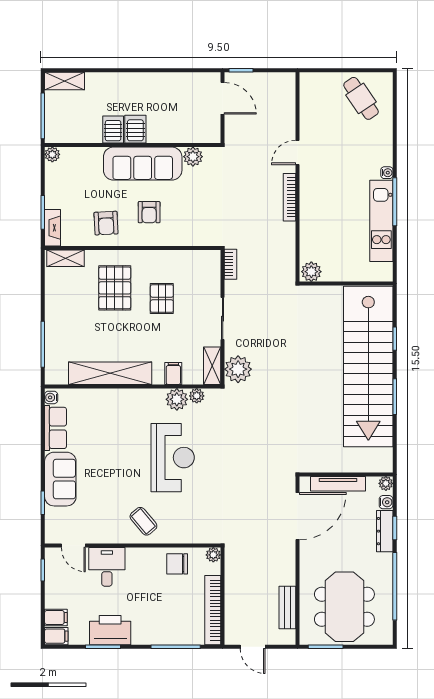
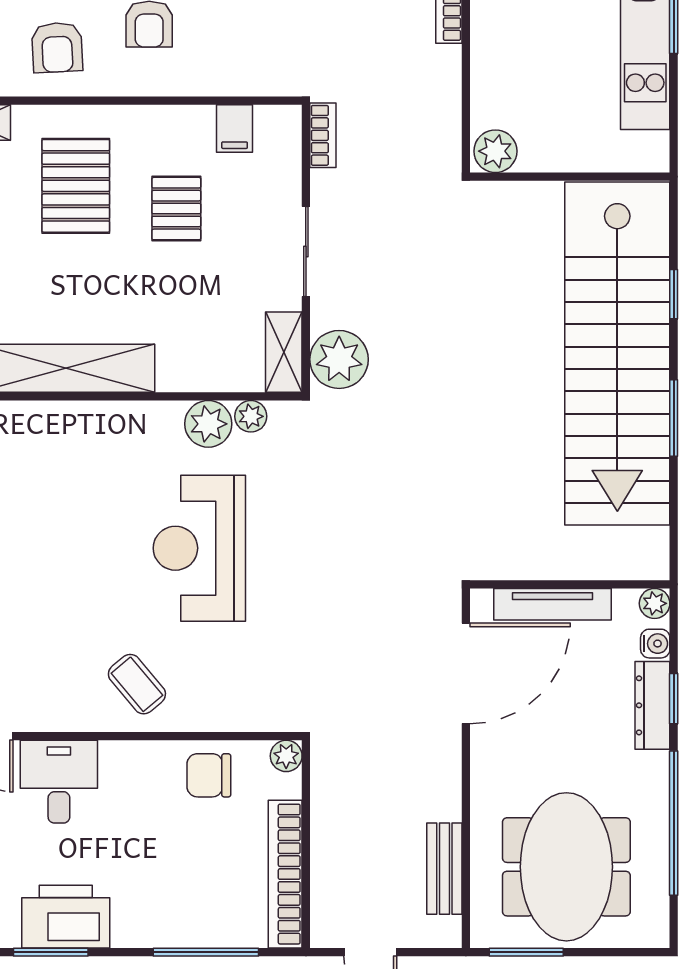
filing cabinet: (173, 373) -> (235, 128), moved, turned 180
reception desk: (173, 458) -> (199, 548), turned 180

